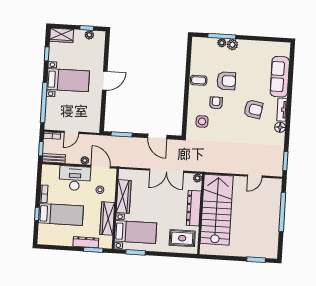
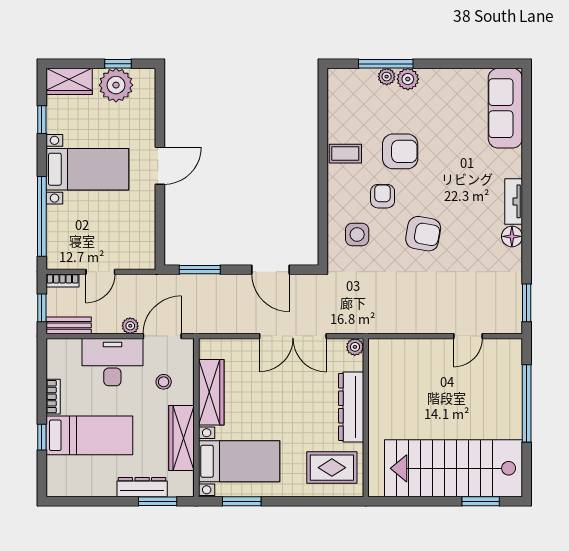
plant: (89, 35) -> (116, 85), width x1.87, depth x1.87
sofa: (280, 77) -> (505, 108), moved
armchair: (253, 109) -> (423, 234), moved
door: (101, 167) -> (162, 336), hinge flipped
stairs: (217, 210) -> (454, 468), moved, turned -90

